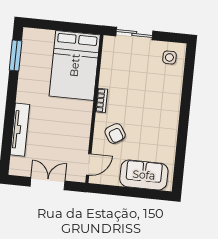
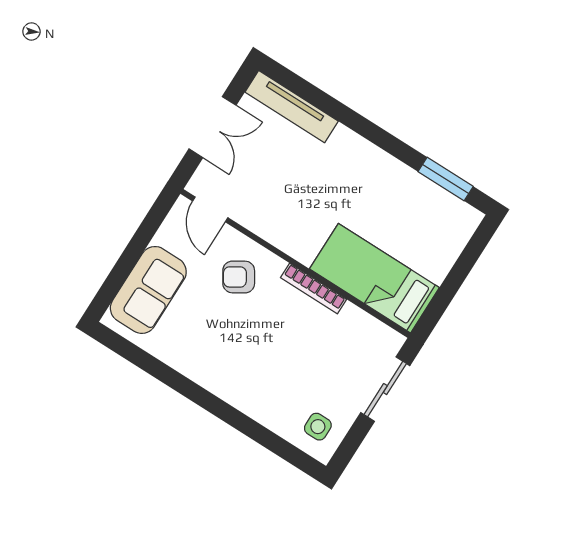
bed: (75, 65) -> (374, 278), width x0.67
bookcase: (102, 100) -> (314, 289), width x1.56
tv unit: (20, 130) -> (292, 107), moved

